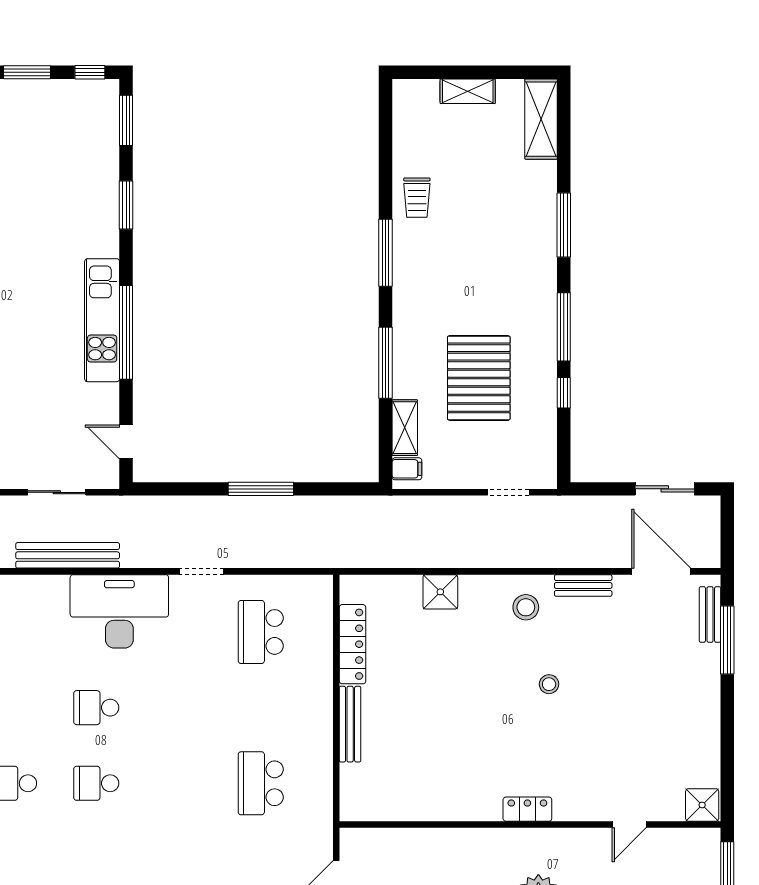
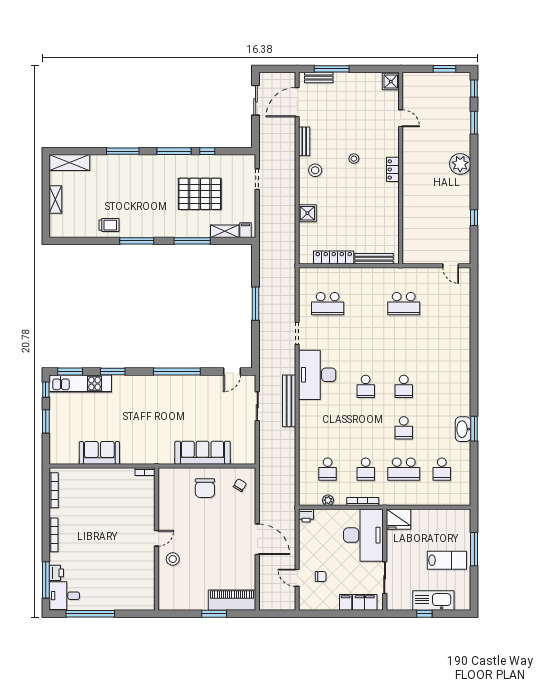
kitchen unit: (102, 320) -> (80, 383), moved
shower: (702, 805) -> (391, 82), moved
locker: (527, 809) -> (393, 169), moved
wall: (530, 825) -> (401, 168), moved
door: (629, 825) -> (401, 118), moved

